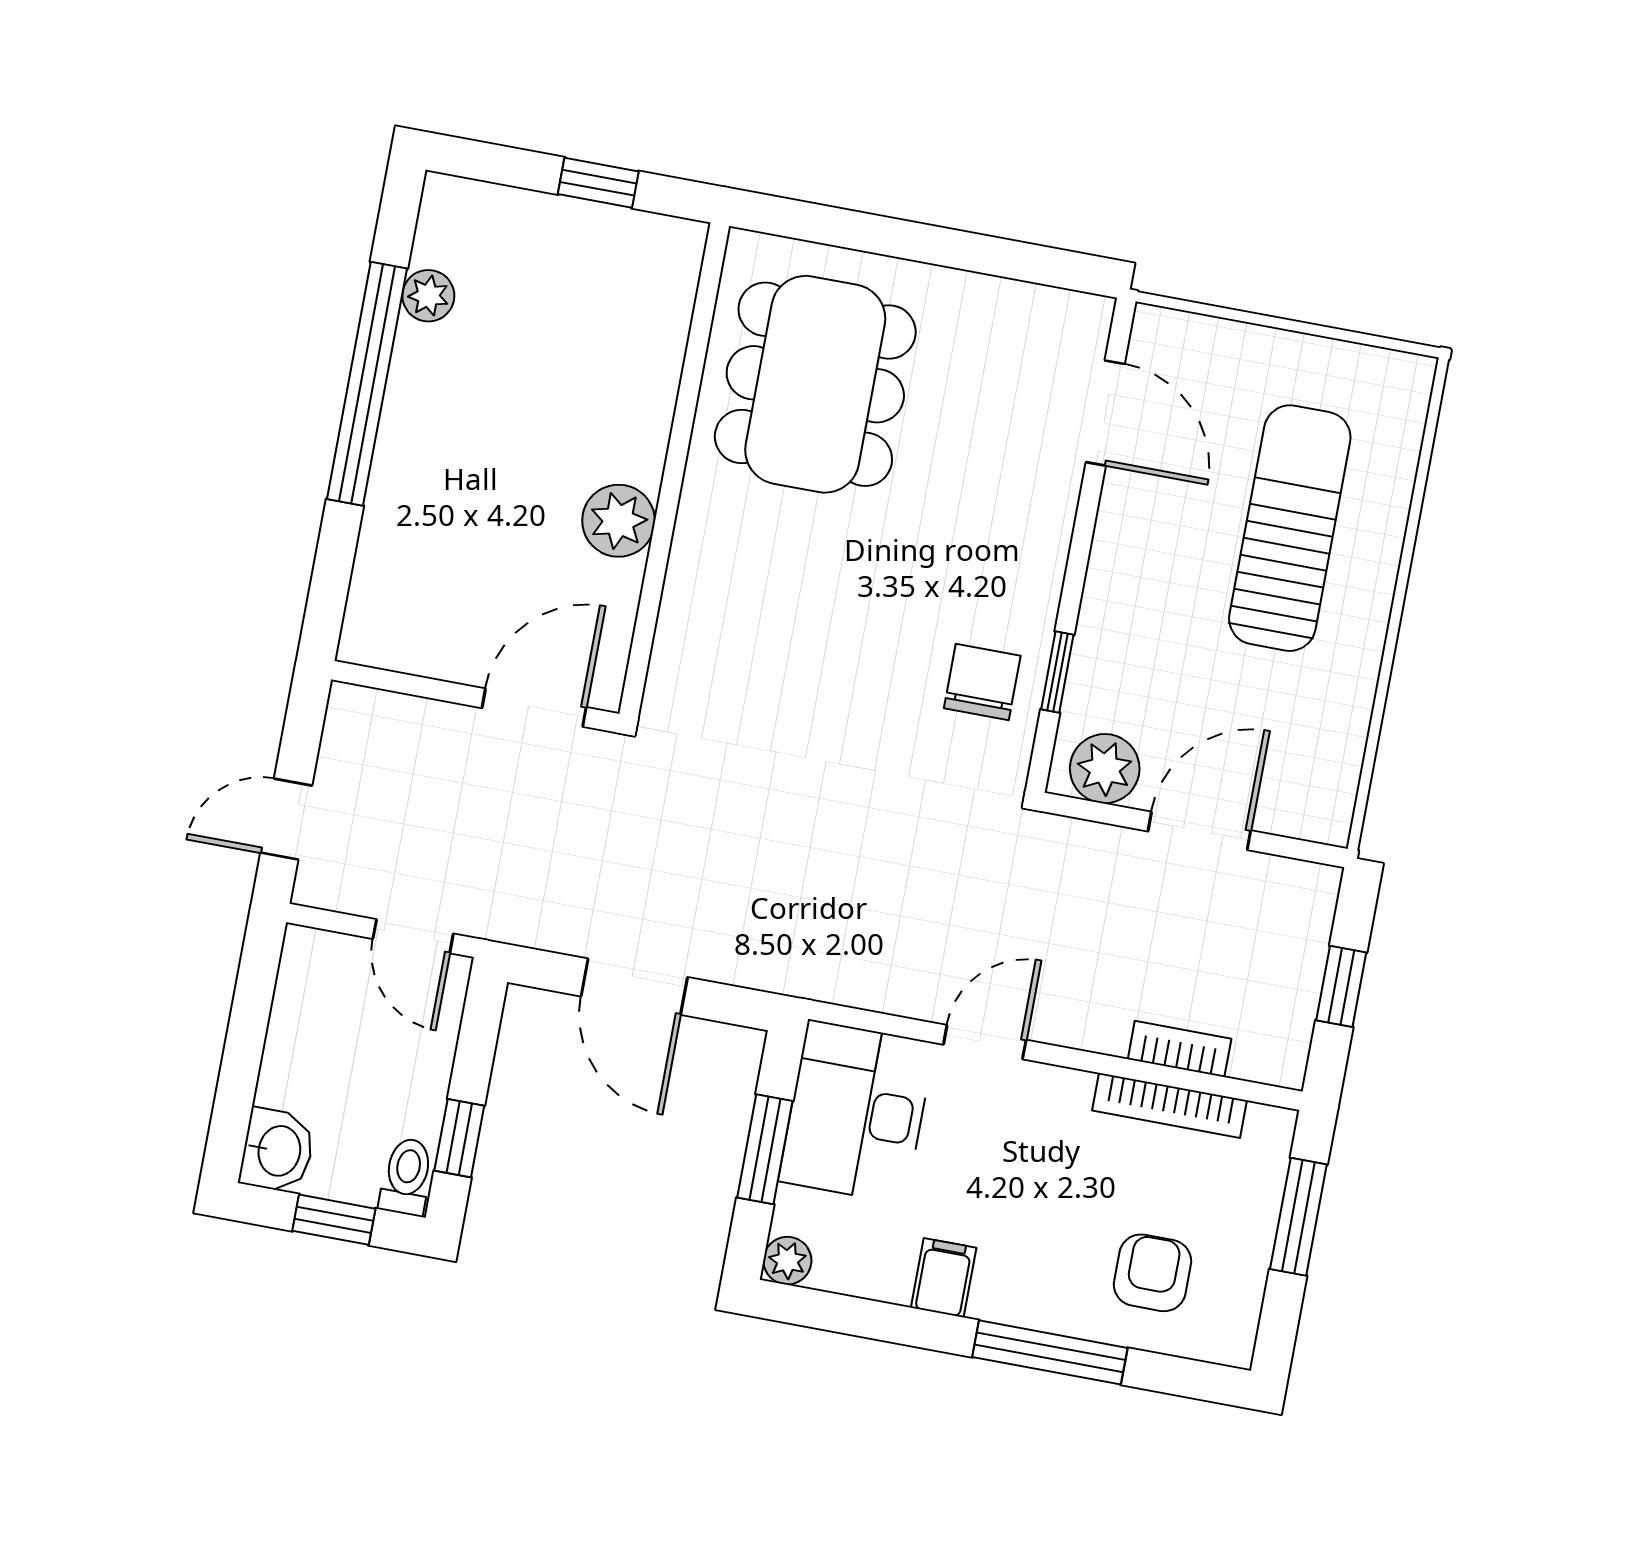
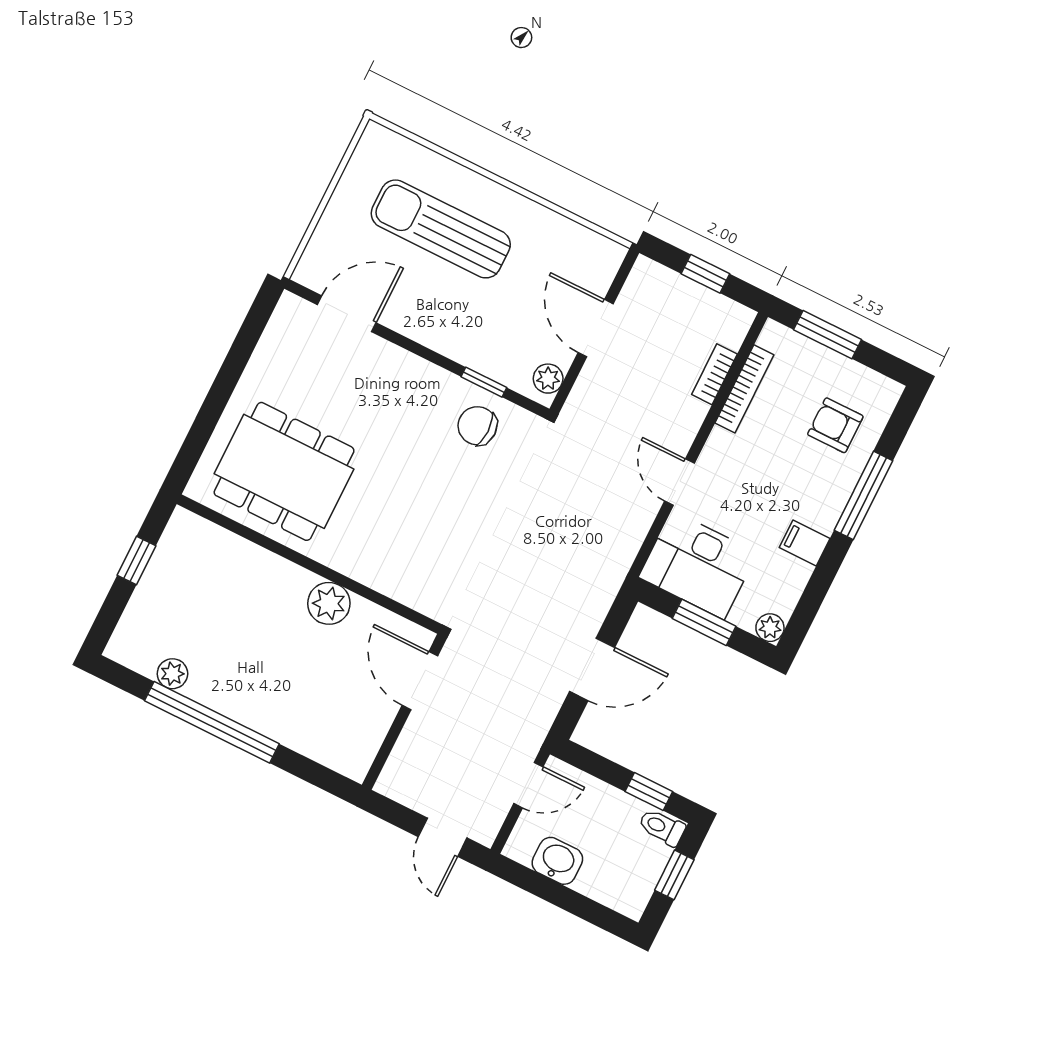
plant: (1105, 769) -> (548, 379), width x0.73, depth x0.73
washbasin: (277, 1151) -> (557, 861), moved

